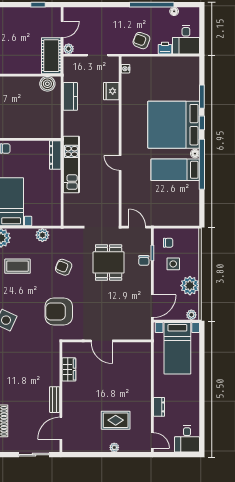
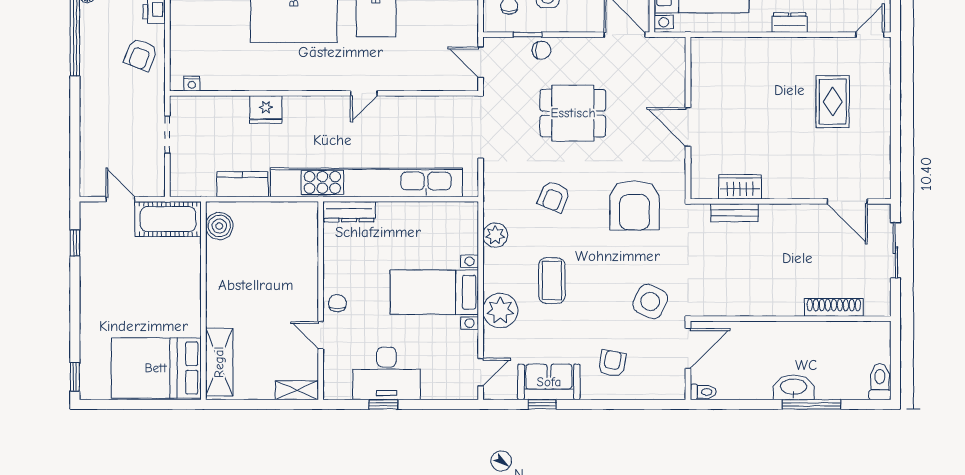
plant: (69, 49) -> (156, 188), removed
fridge: (111, 91) -> (266, 109), moved
kitchen unit: (71, 164) -> (366, 182), width x1.86
door: (137, 227) -> (481, 62), hinge flipped
dining table: (109, 262) -> (573, 113), moved
door: (102, 341) -> (688, 127), swing flipped
bench: (55, 400) -> (734, 213), moved
dresser: (159, 407) -> (790, 23), moved
plant: (114, 447) -> (882, 104), removed

